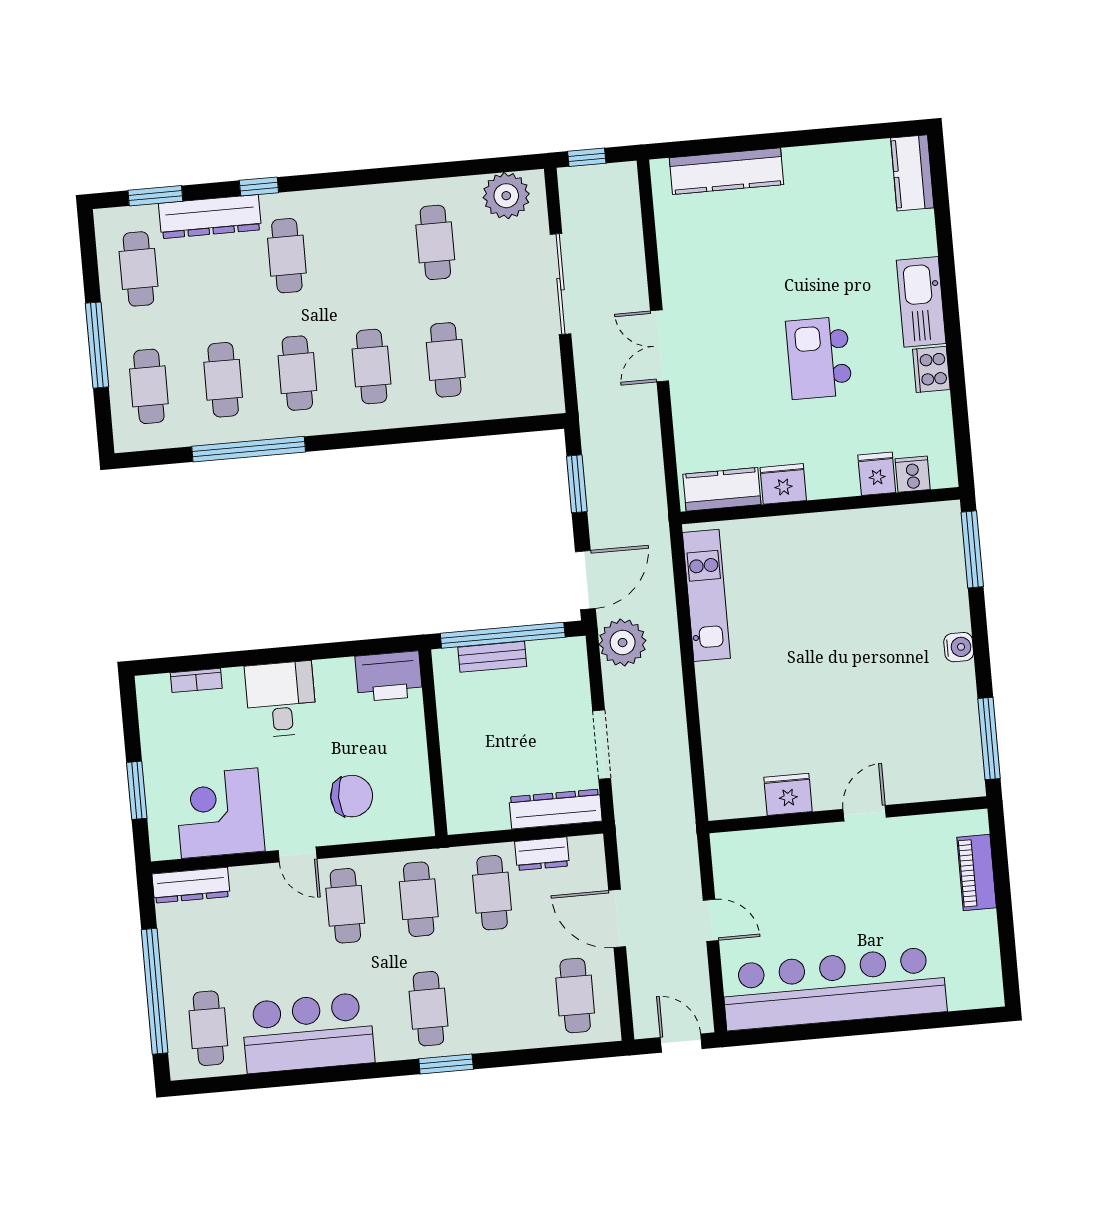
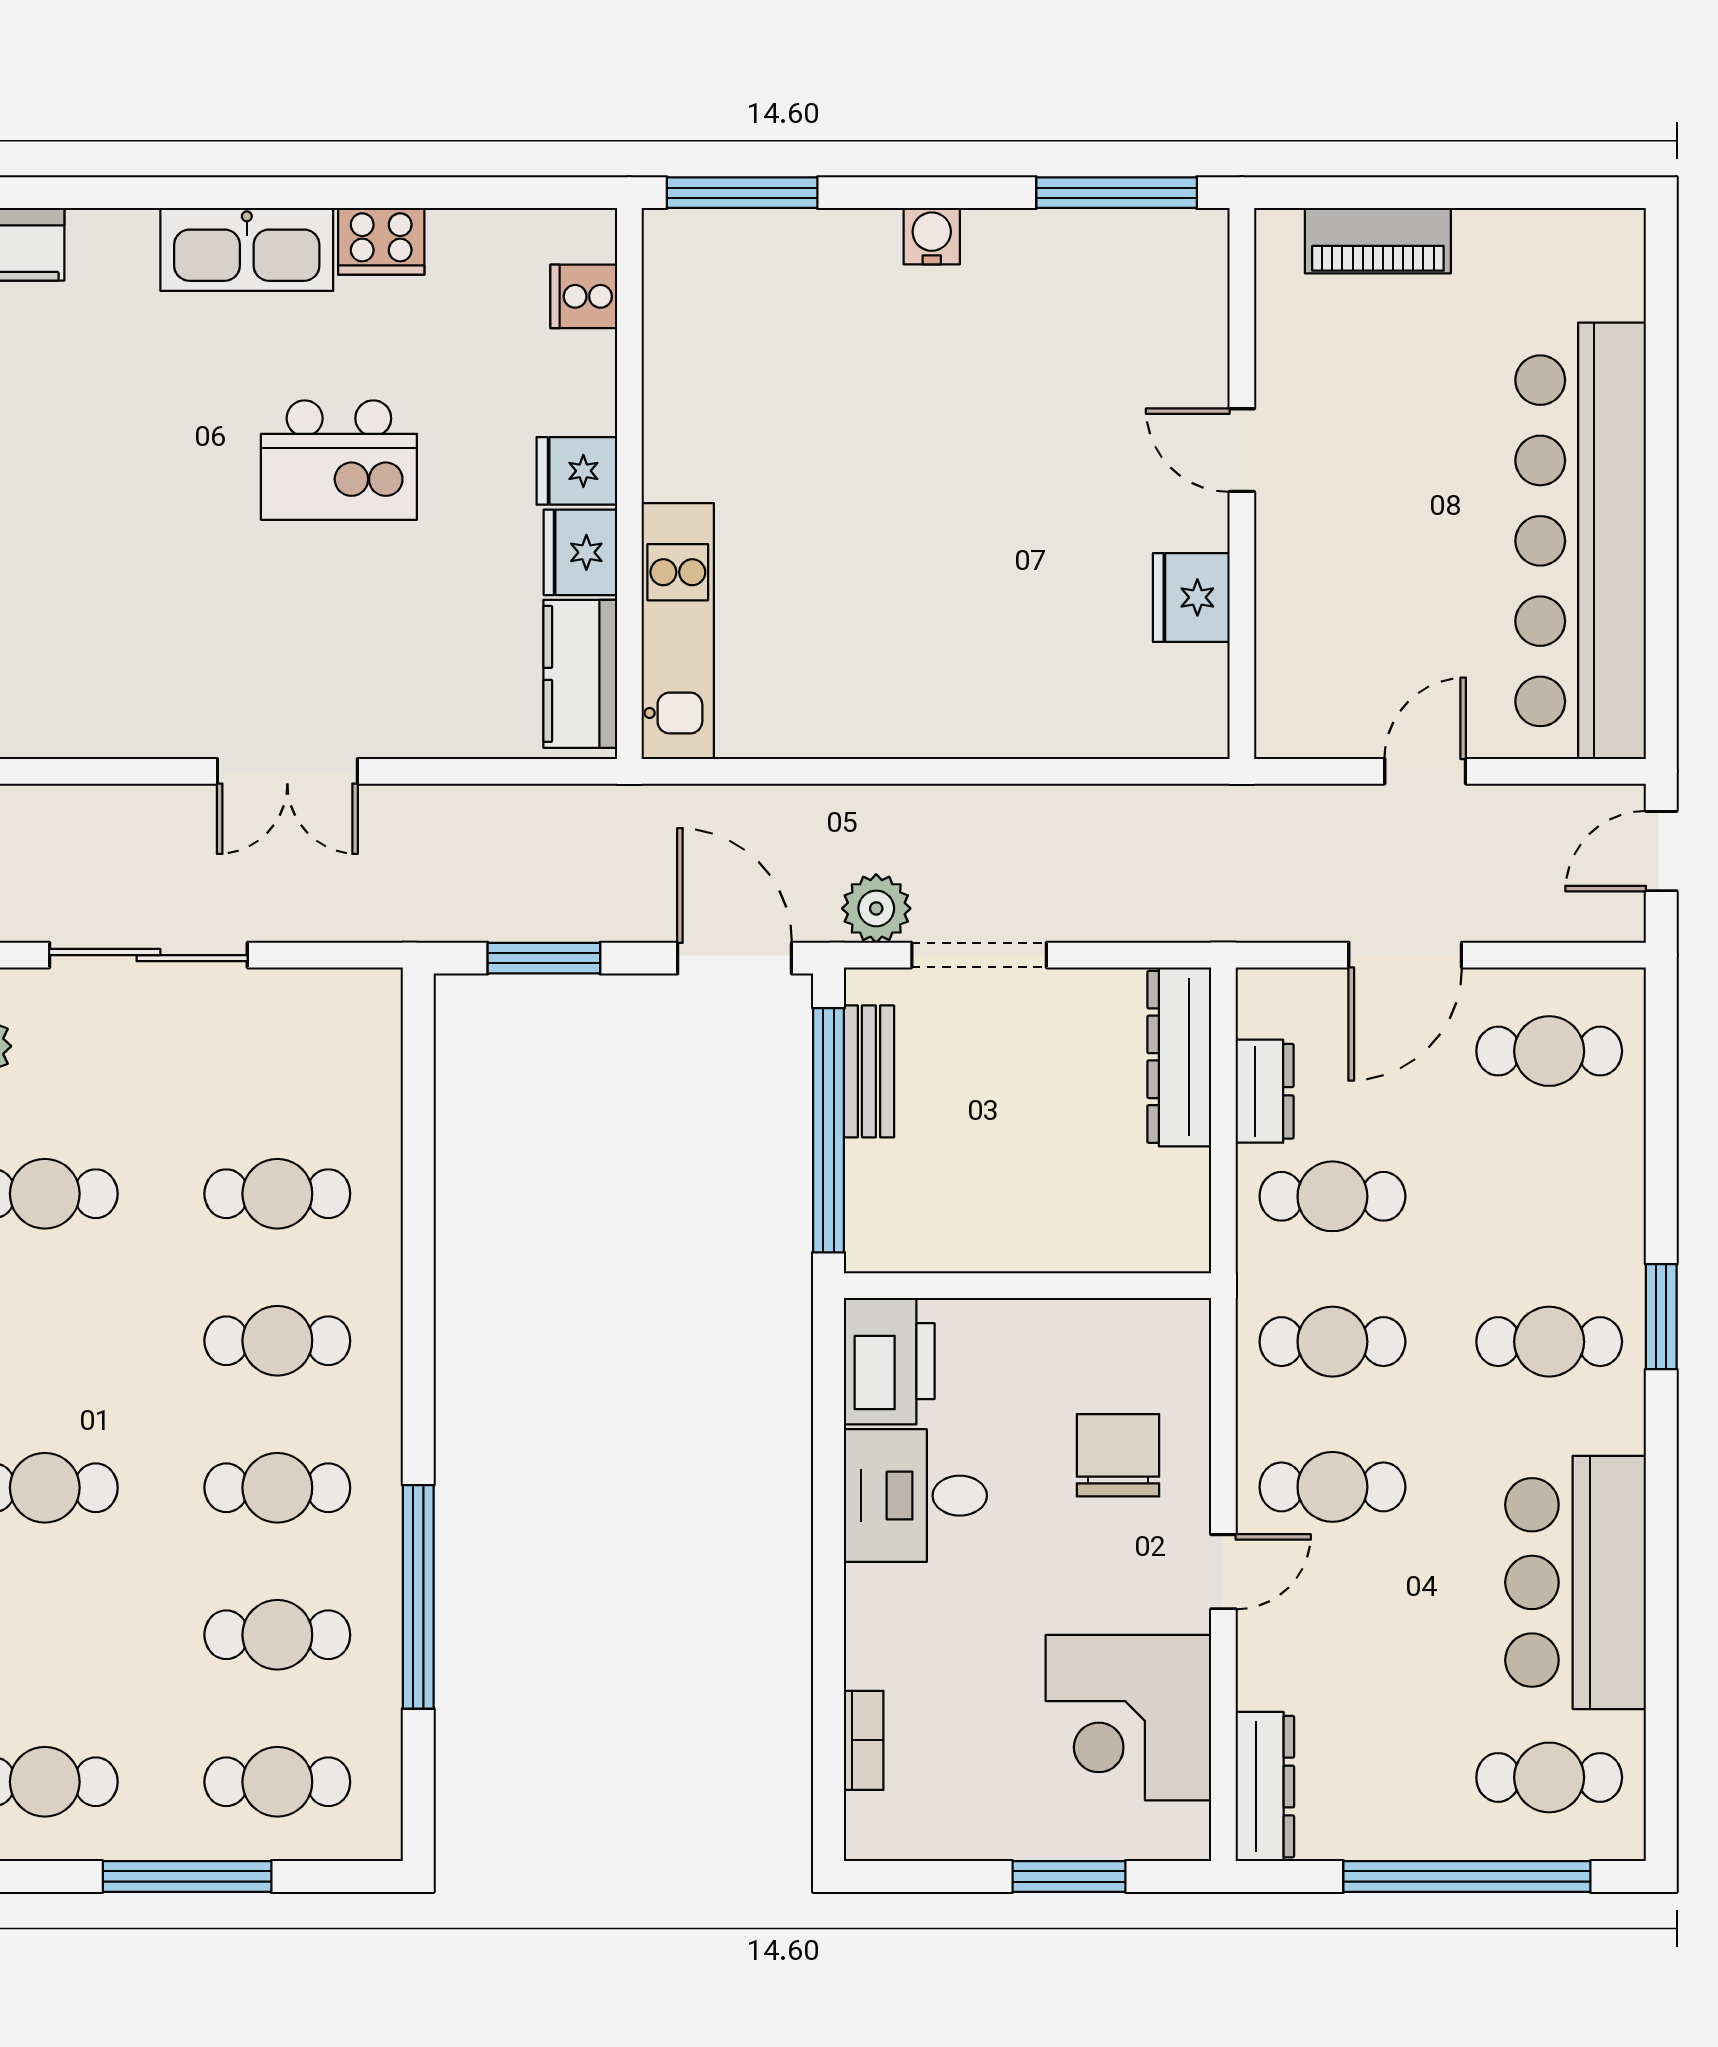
fridge: (877, 474) -> (577, 471), moved
kitchen unit: (706, 595) -> (678, 631), moved, turned 90
plant: (623, 643) -> (876, 908), width x0.73, depth x0.73
bench: (492, 657) -> (869, 1071), moved
desk: (281, 699) -> (915, 1496), moved
doorway: (602, 745) -> (979, 955), moved

